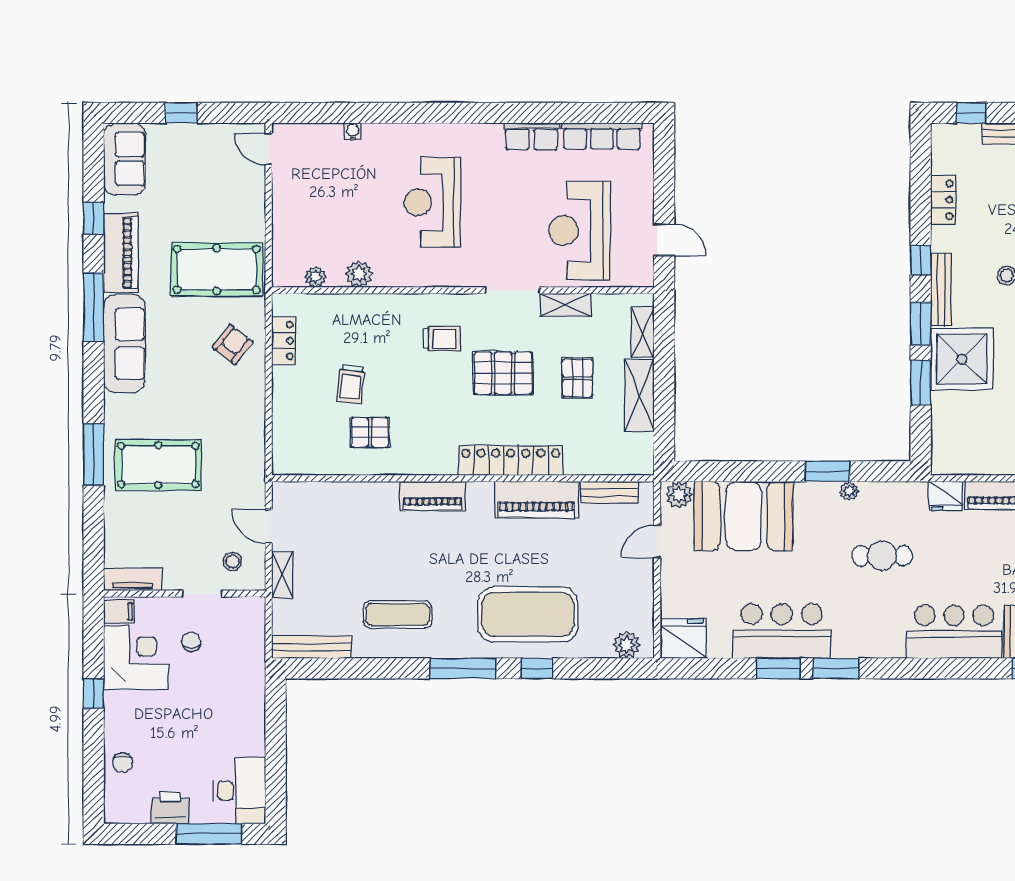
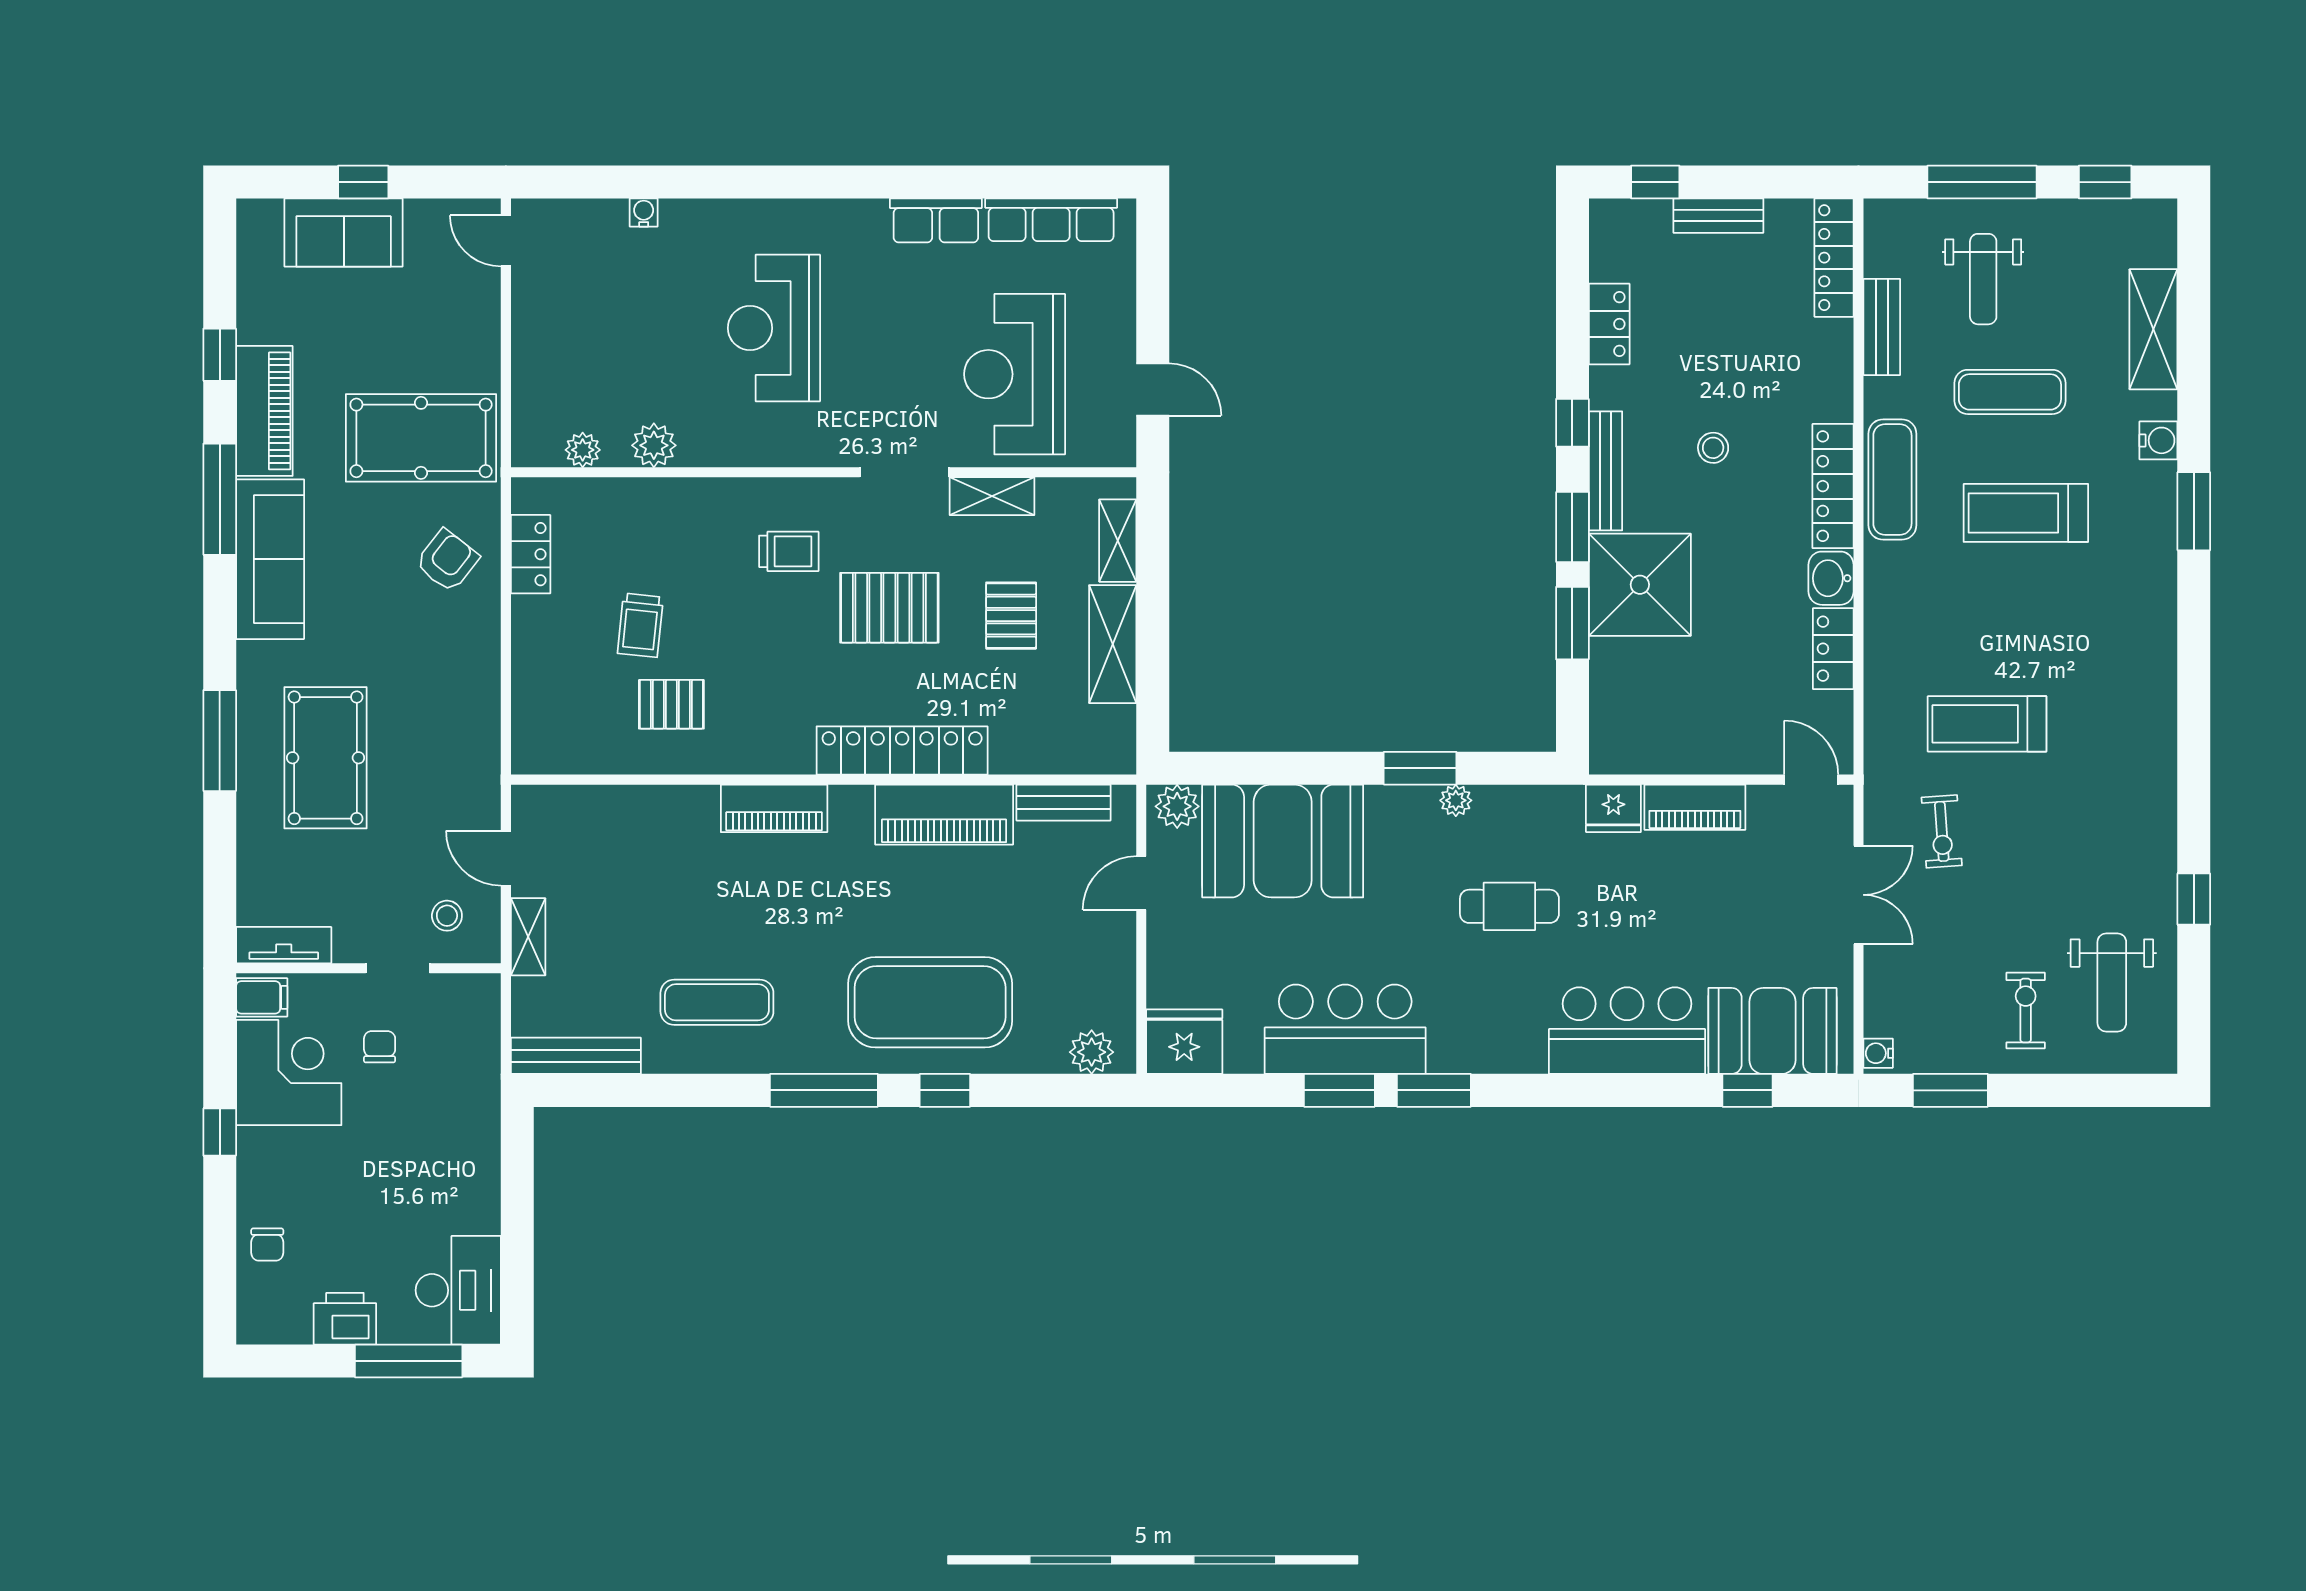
sofa: (124, 159) -> (344, 233), moved, turned 90
pool table: (158, 465) -> (326, 758), turned 90

